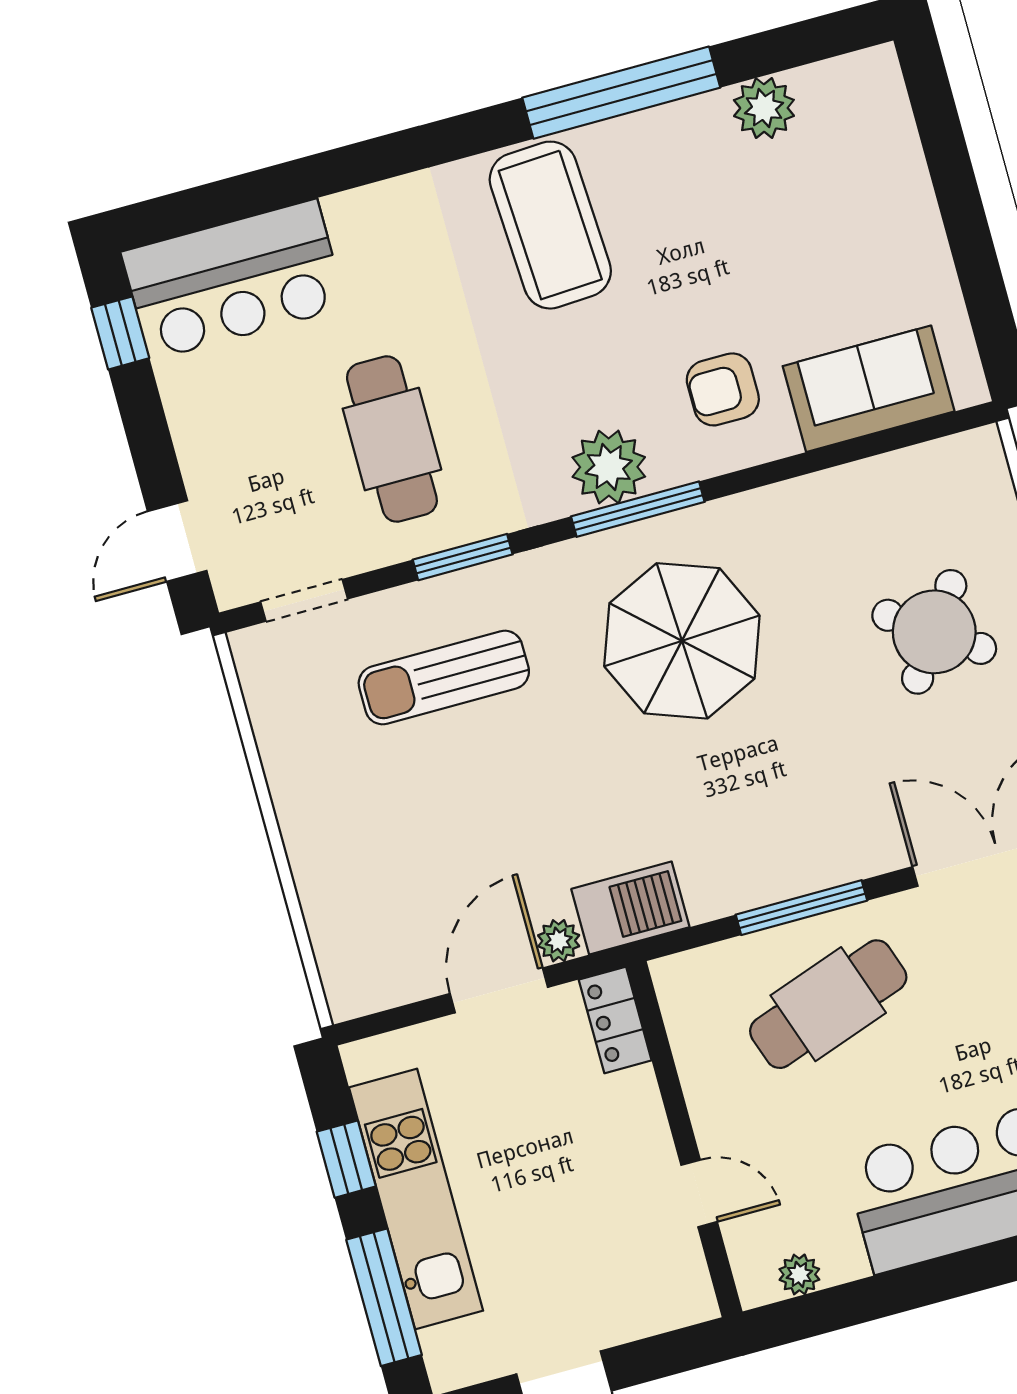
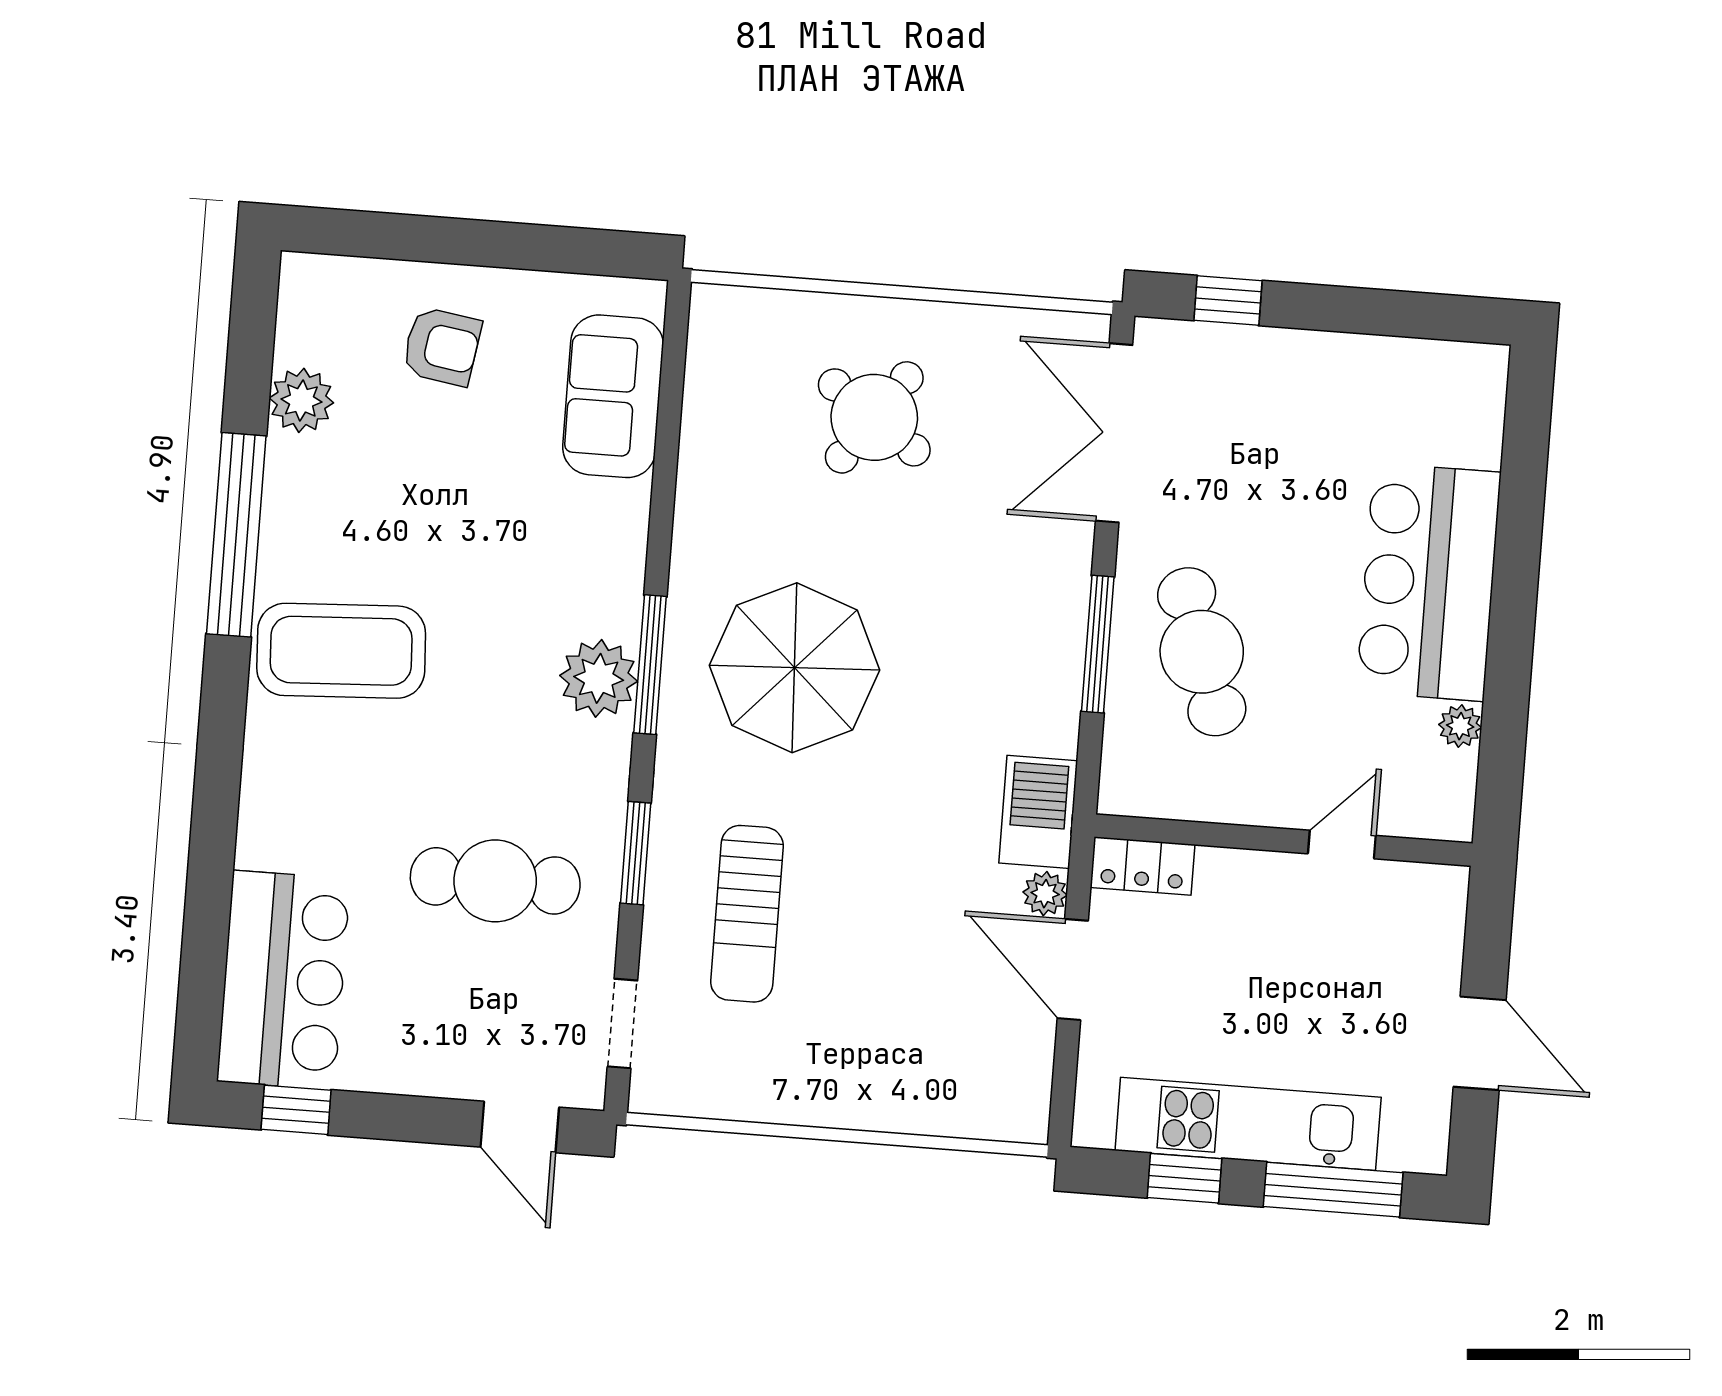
armchair: (723, 389) -> (442, 346), moved, turned -81
plant: (799, 1274) -> (1460, 726), moved

